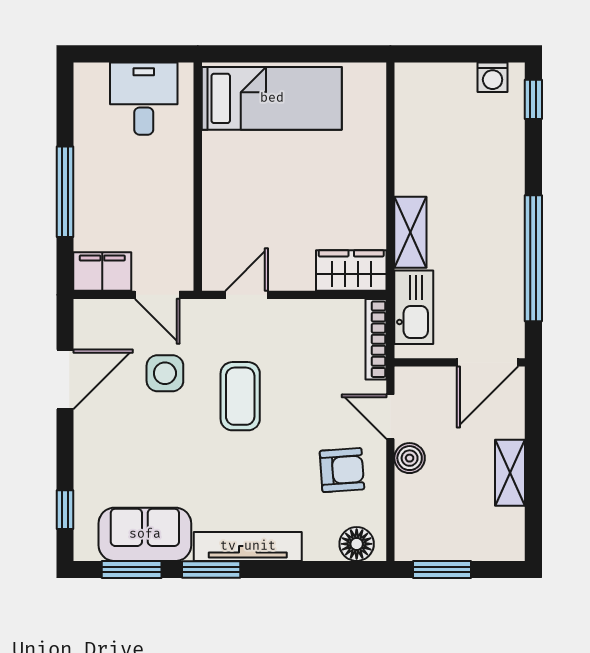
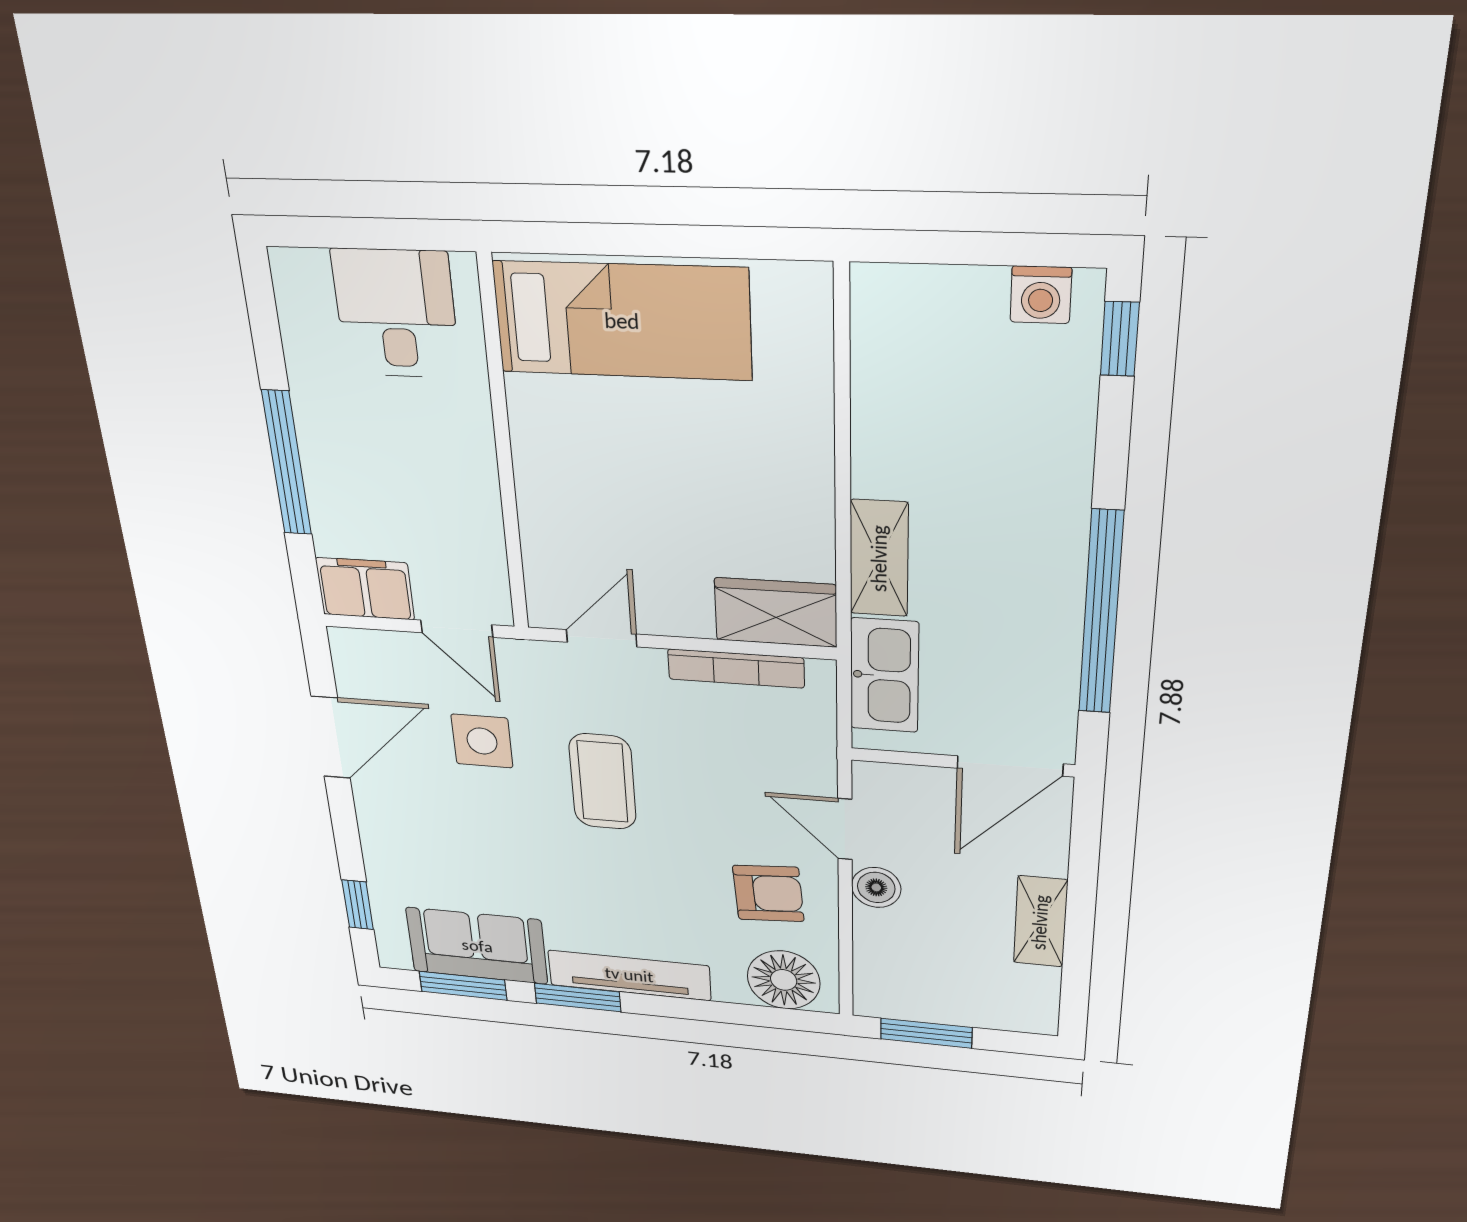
bookcase: (376, 339) -> (736, 668), moved, turned -90
floor lamp: (357, 544) -> (784, 980), width x1.38, depth x1.38

